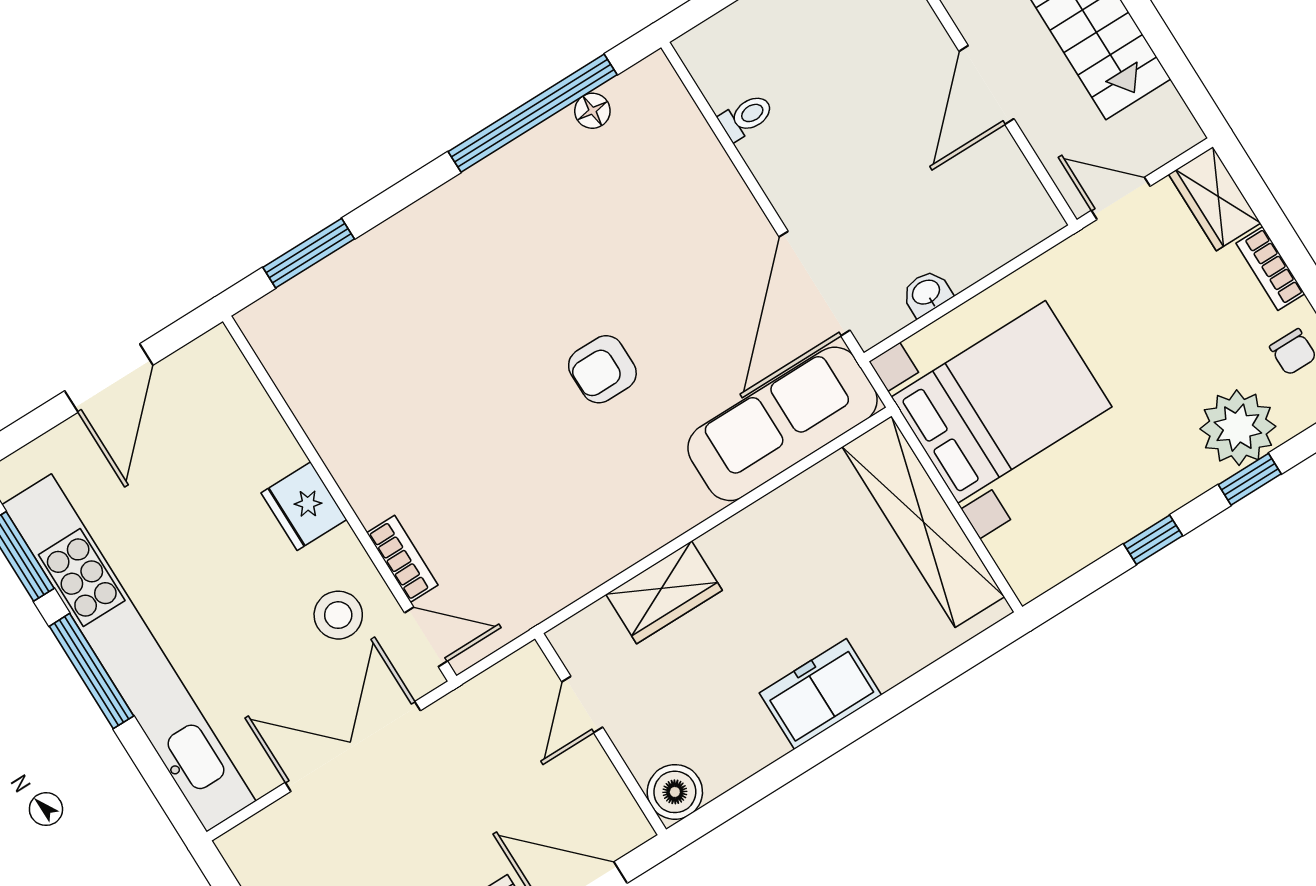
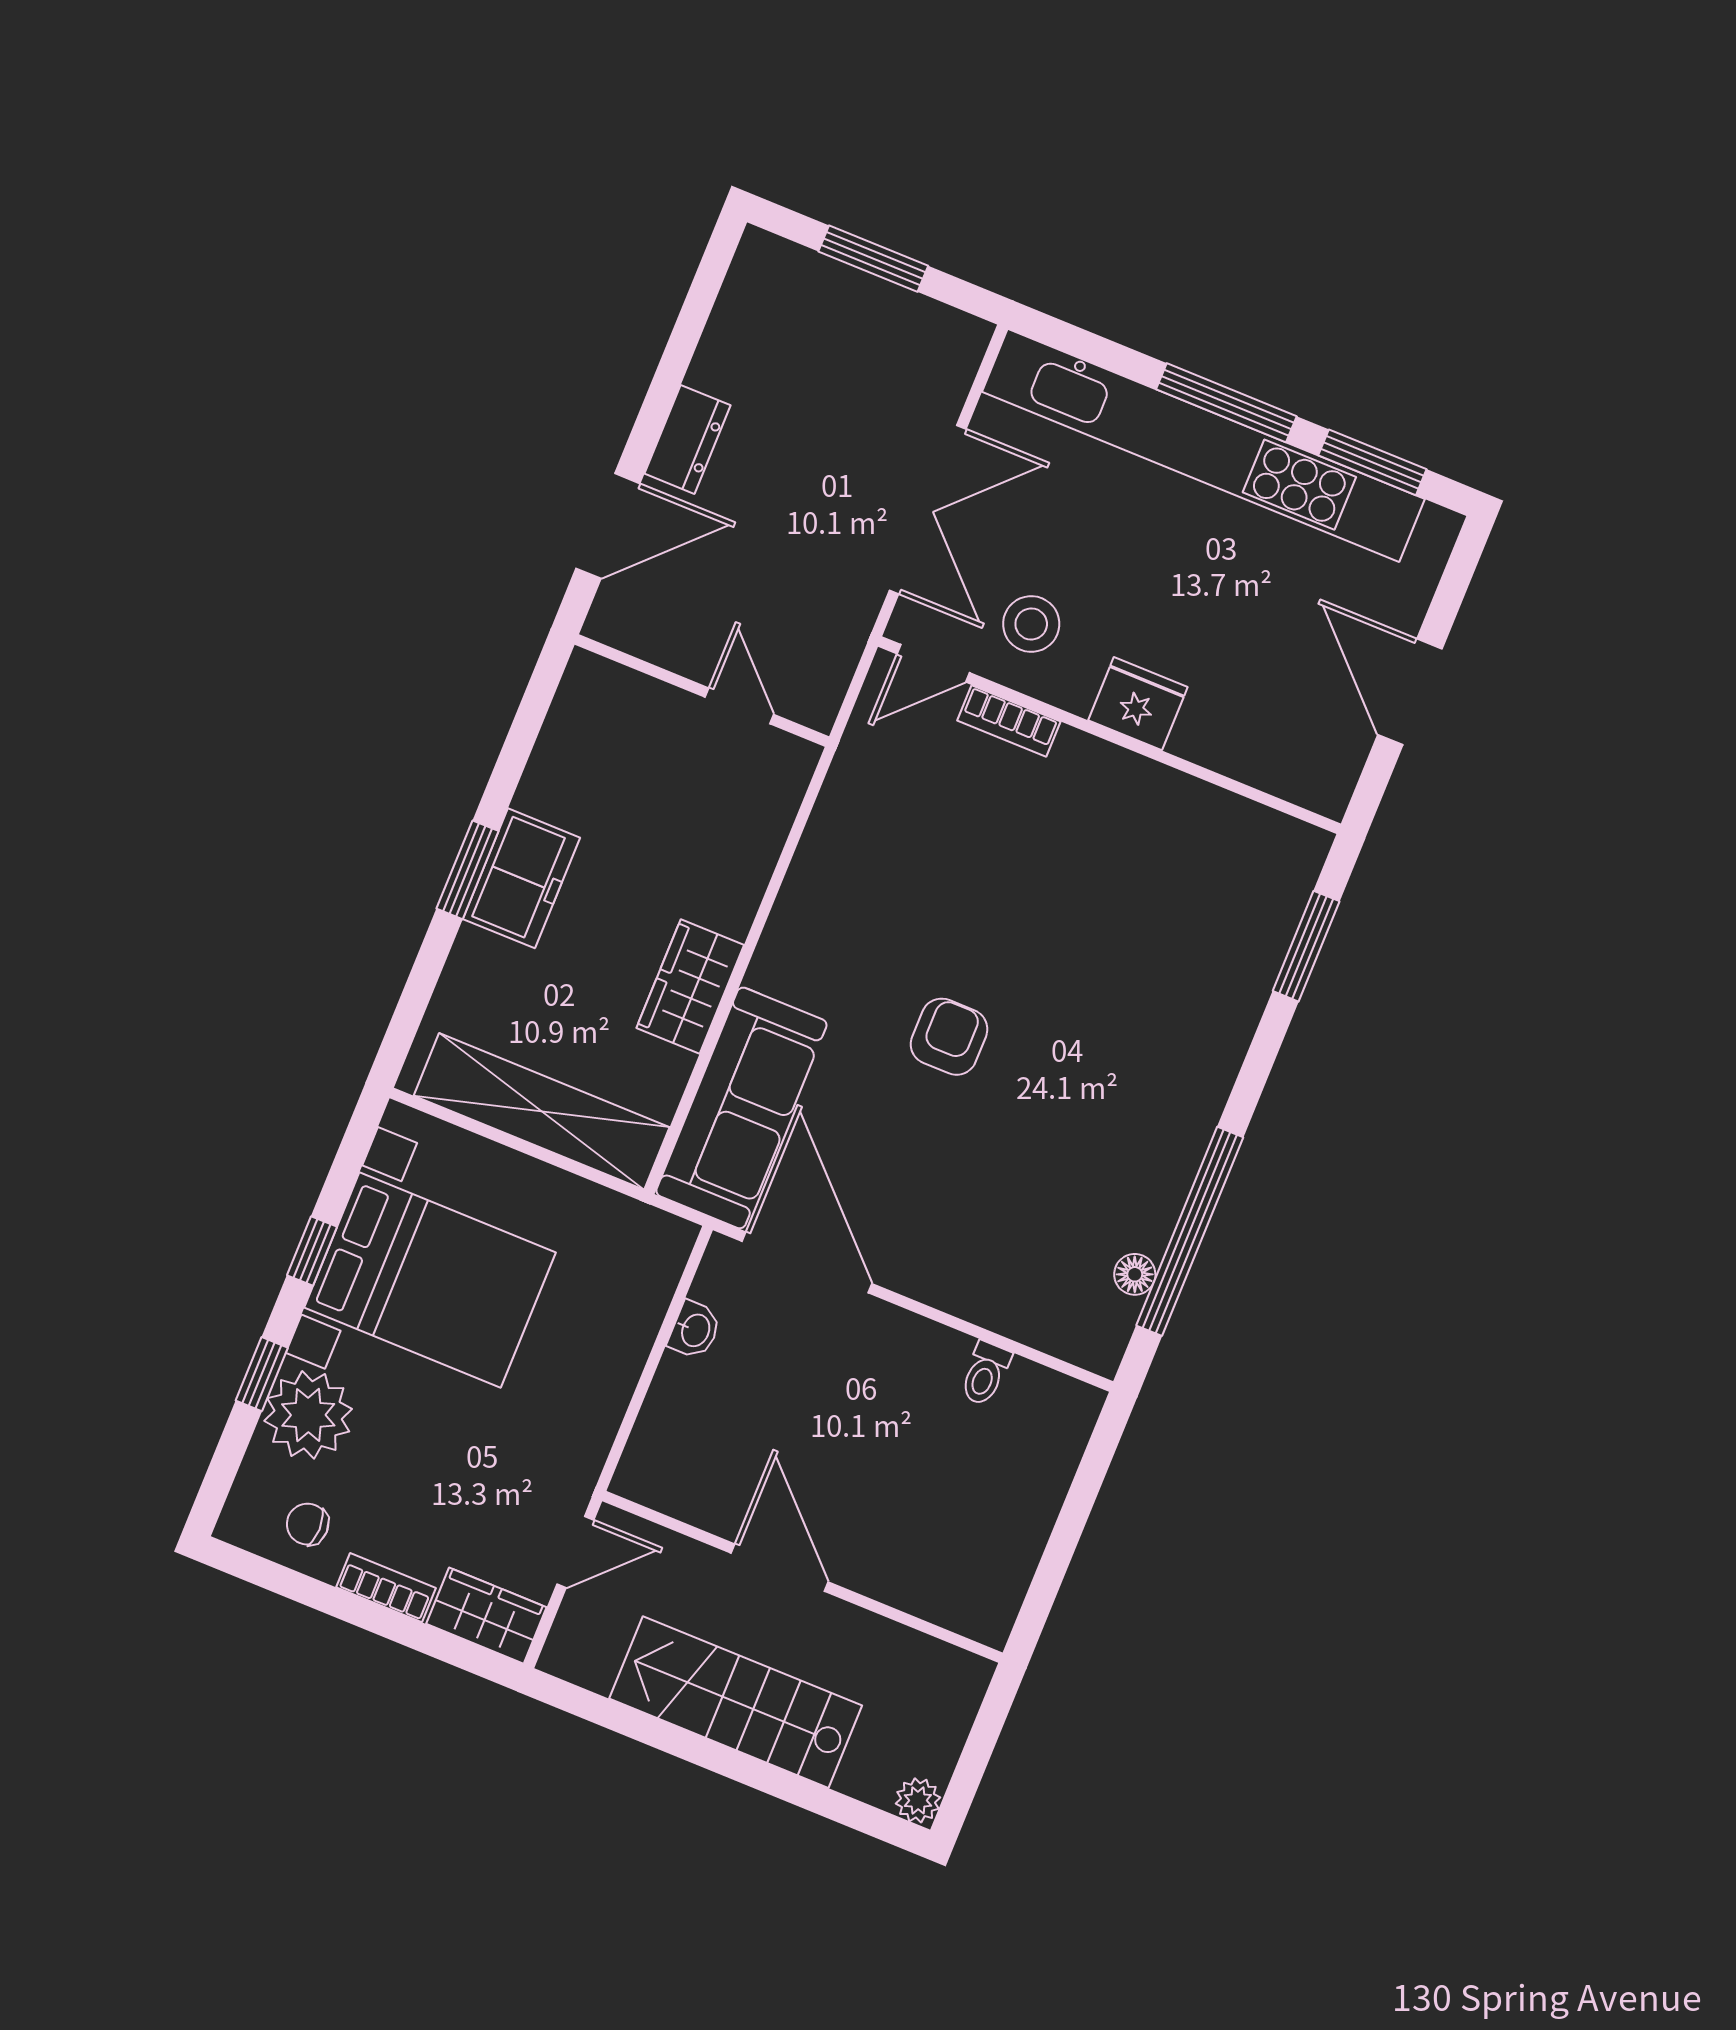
bed with nightstands: (1002, 402) -> (430, 1280), moved, turned -90
wardrobe: (664, 592) -> (690, 987), moved
window: (854, 727) -> (468, 870), added
boiler: (675, 792) -> (592, 686), removed

